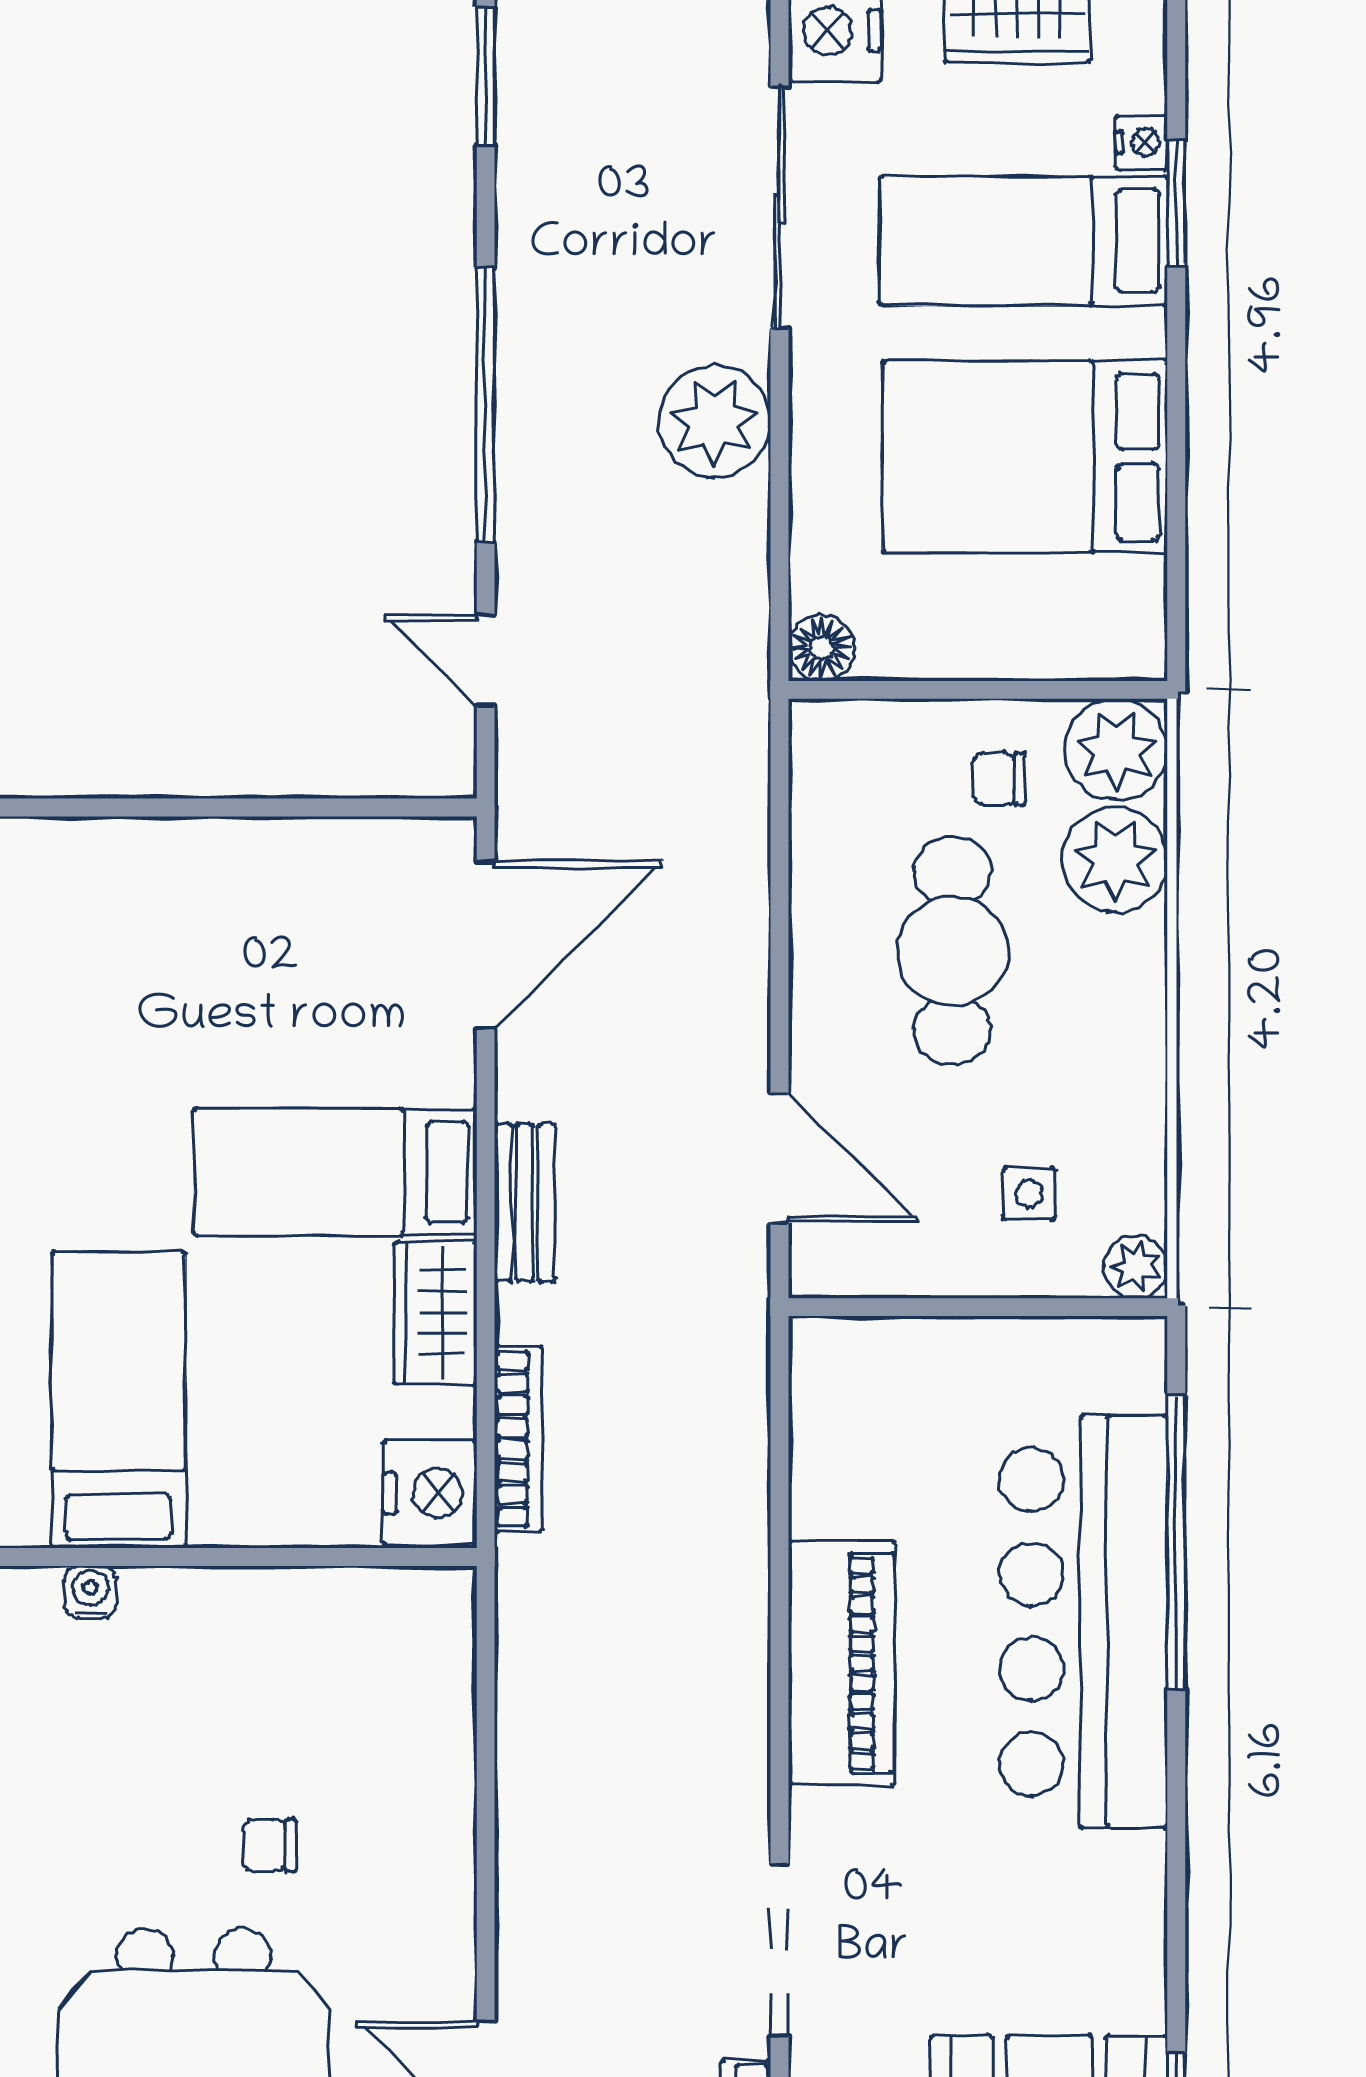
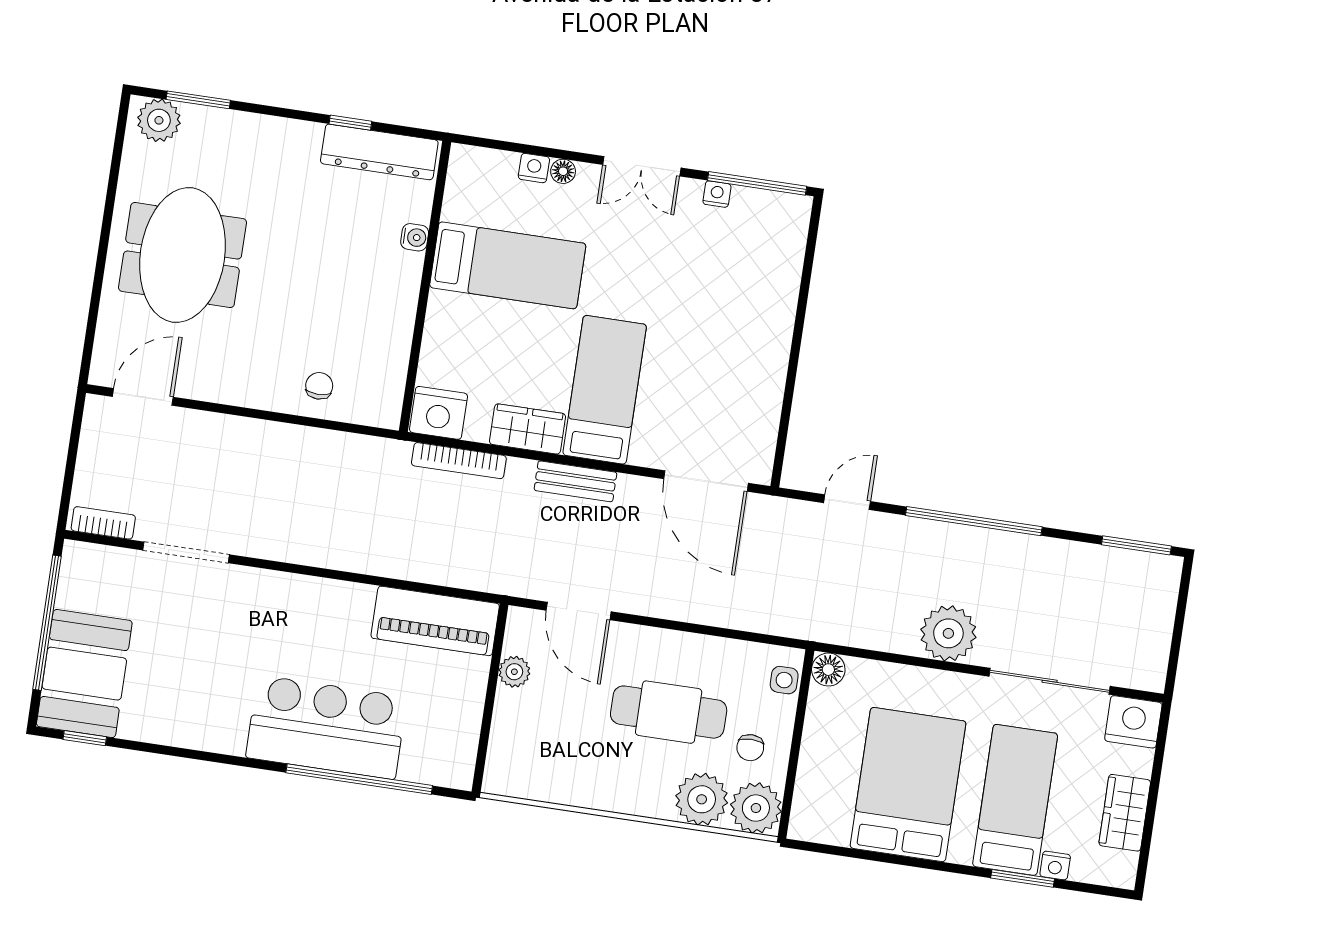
chair: (999, 779) -> (750, 748), turned 180
door: (780, 1158) -> (579, 611), hinge flipped
side table: (1029, 1194) -> (784, 680), moved
plant: (1136, 1267) -> (514, 672), moved
bar counter: (1084, 1622) -> (326, 727), width x0.73
piano: (842, 1663) -> (435, 621), moved
chair: (269, 1846) -> (319, 386), moved

